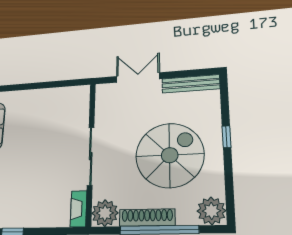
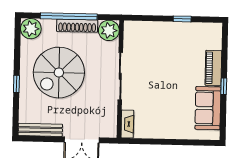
fireplace: (79, 209) -> (127, 124), moved

